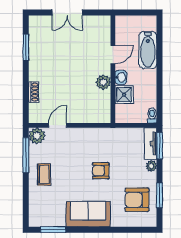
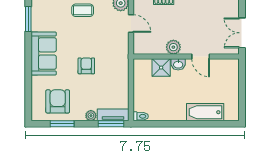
door: (113, 55) -> (201, 57), moved
wall: (113, 69) -> (186, 57), moved
washbasin: (121, 77) -> (178, 64), moved
plant: (103, 82) -> (173, 47), moved
shower: (124, 95) -> (161, 68), moved

